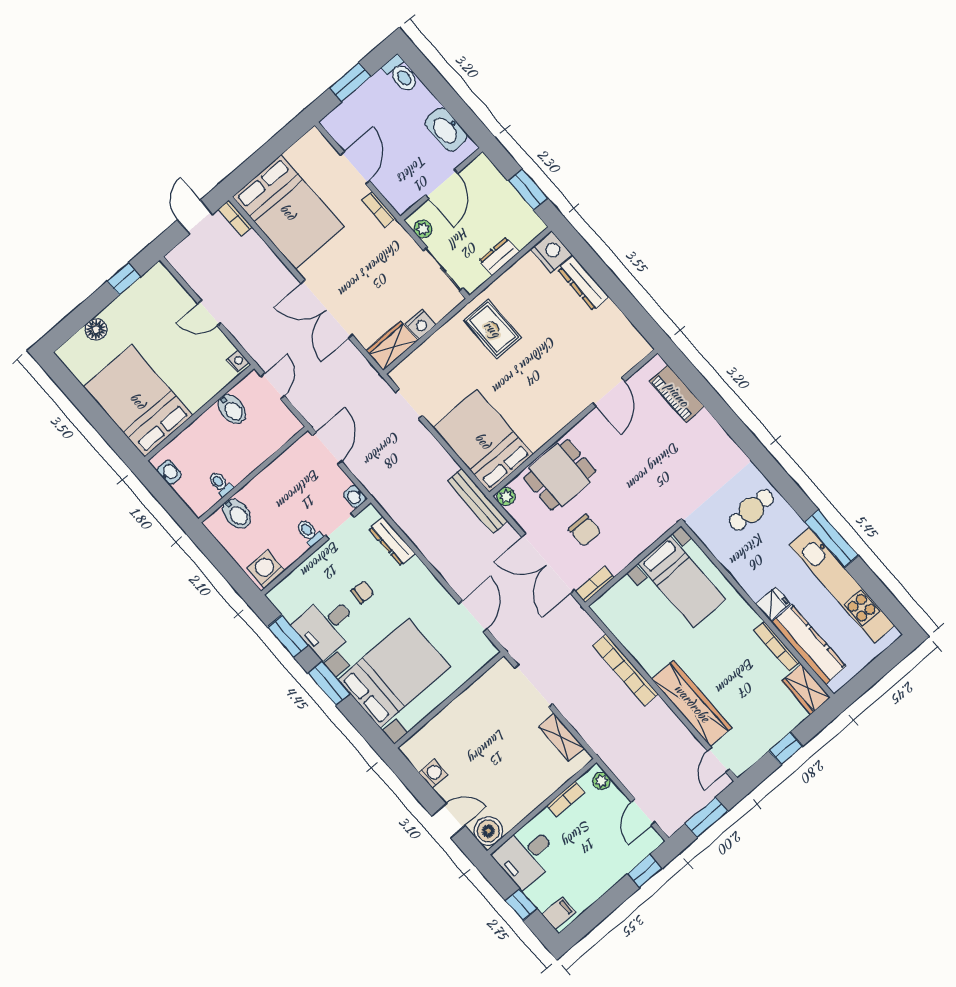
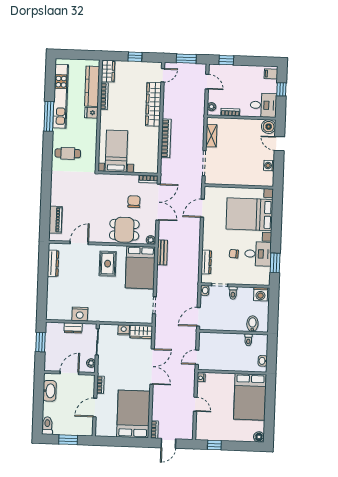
nightstand: (551, 252) -> (80, 314), moved, turned -90
dresser: (583, 283) -> (53, 263), moved
floor lamp: (96, 329) -> (259, 437), moved
rug: (492, 329) -> (108, 264), moved
bidet: (232, 409) -> (219, 363), removed
bench: (477, 501) -> (162, 252), width x0.73
window: (329, 683) -> (276, 233), removed
door: (643, 812) -> (207, 82), hinge flipped

